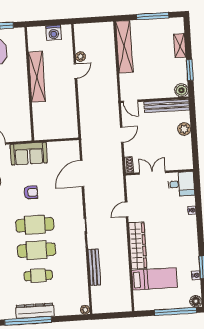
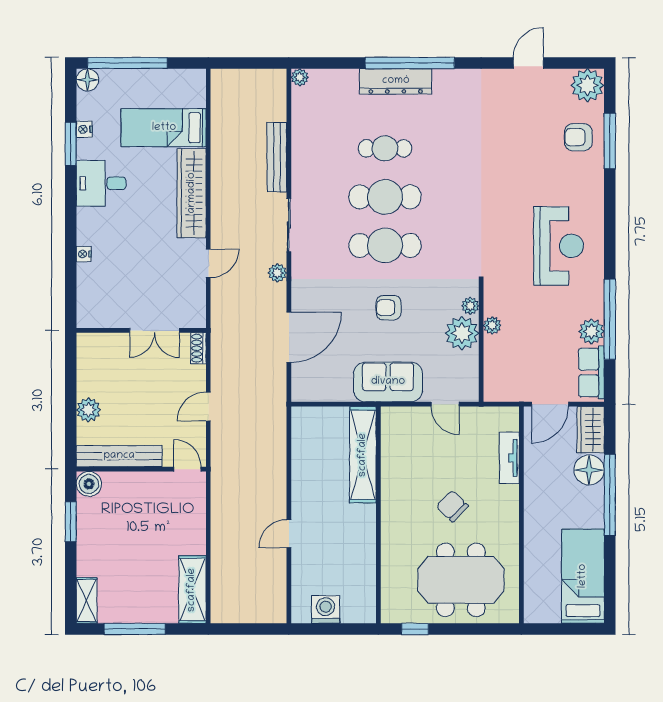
shelving: (180, 46) -> (87, 601), moved
shelving: (124, 47) -> (192, 590), width x0.68
plant: (80, 57) -> (277, 273), moved
shelving: (37, 77) -> (363, 455), moved
desk: (181, 184) -> (101, 183), moved

